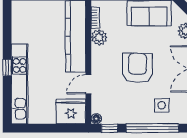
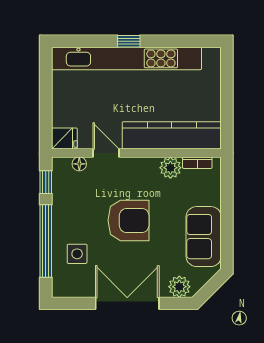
kitchen unit: (20, 84) -> (126, 58), width x1.36
fridge: (71, 111) -> (64, 138), width x0.53, depth x0.75
floor lamp: (96, 119) -> (79, 164), moved

